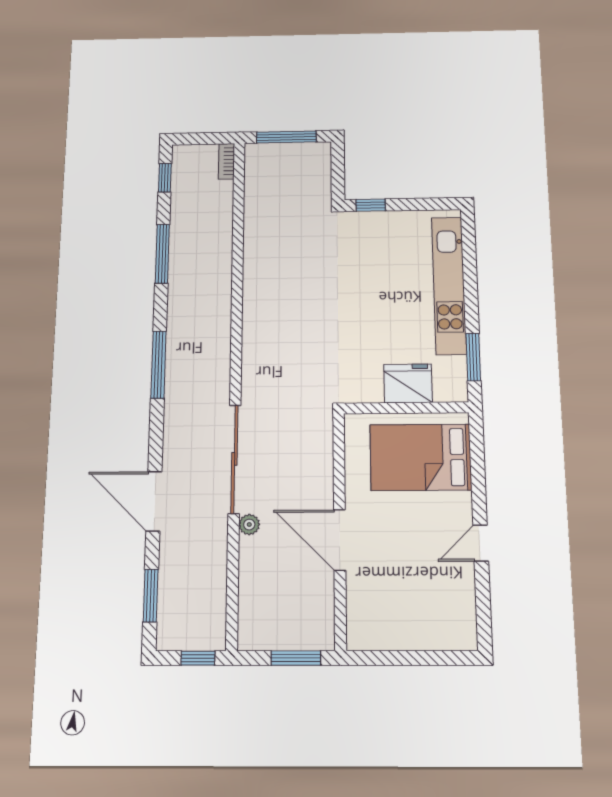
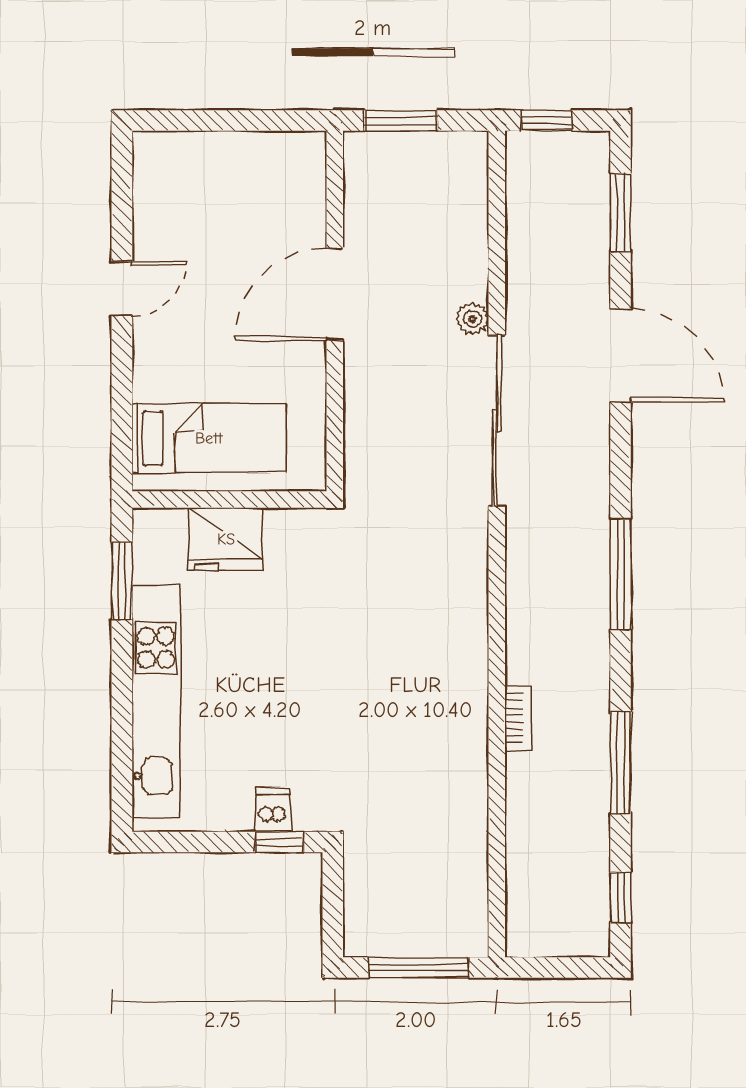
bookcase: (227, 161) -> (518, 719), moved
dishwasher: (375, 224) -> (272, 809), added
bed: (421, 457) -> (209, 438), width x0.67
door: (340, 540) -> (335, 294), swing flipped

